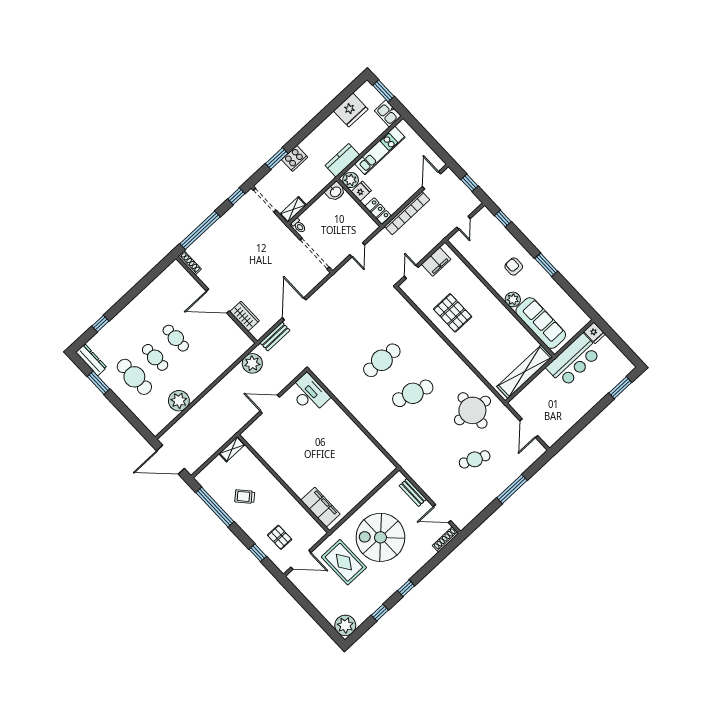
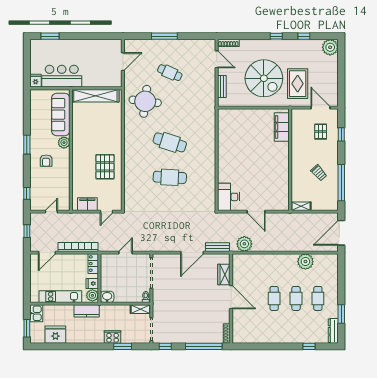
cafe table: (134, 377) -> (318, 298), width x0.73, depth x0.74
door: (170, 460) -> (341, 233), swing flipped

